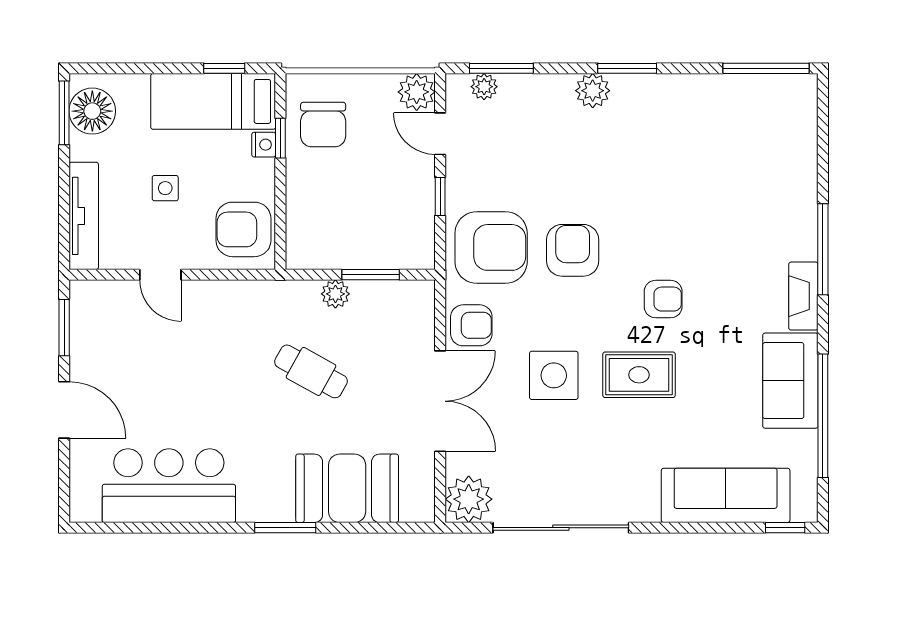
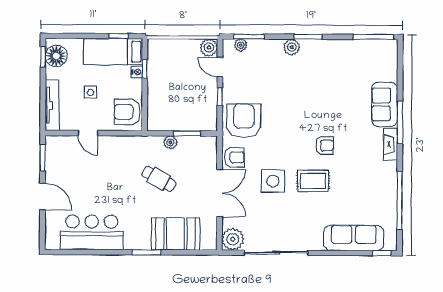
window: (64, 113) -> (43, 57), width x0.67
chair: (323, 125) -> (165, 63), removed
armchair: (491, 247) -> (244, 121), turned -90
armchair: (573, 250) -> (282, 122), removed
sofa: (790, 381) -> (385, 104), moved

